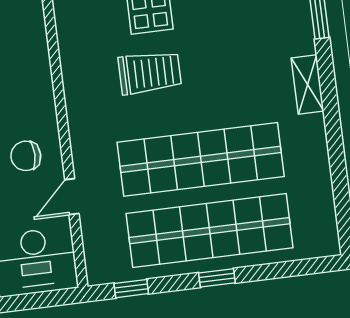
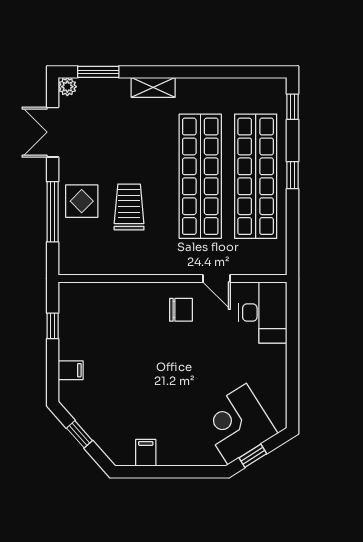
chair: (26, 156) -> (181, 310), turned -90
window: (131, 289) -> (293, 107), moved

